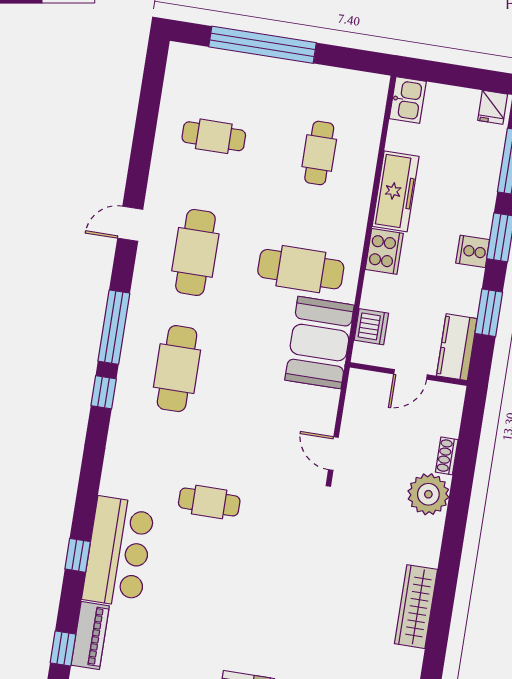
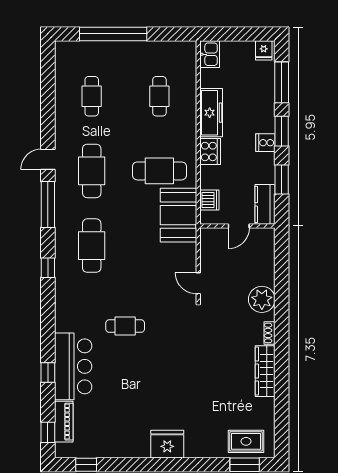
cafe table: (214, 136) -> (92, 96), turned 90
window: (114, 327) -> (48, 205), moved
shoe rack: (447, 456) -> (270, 333), moved

